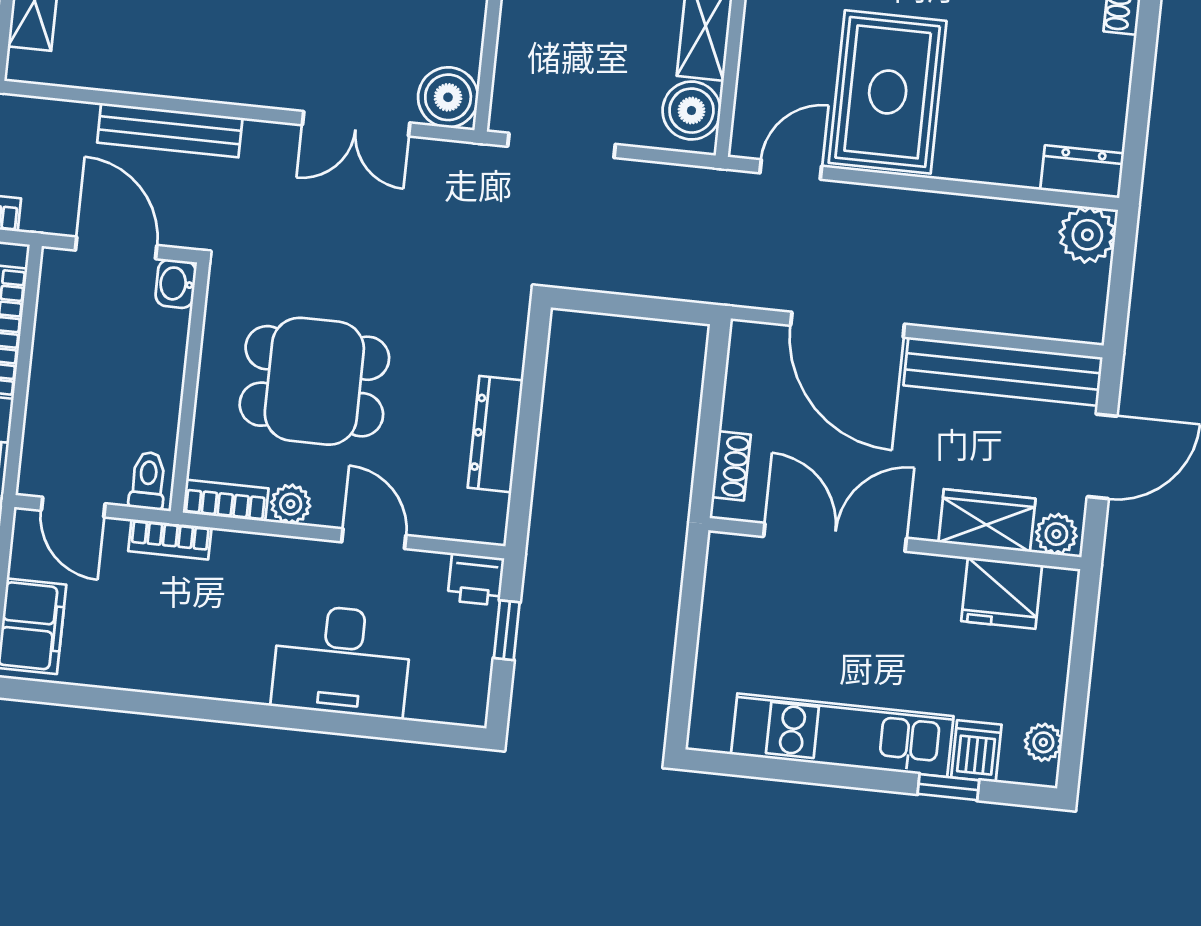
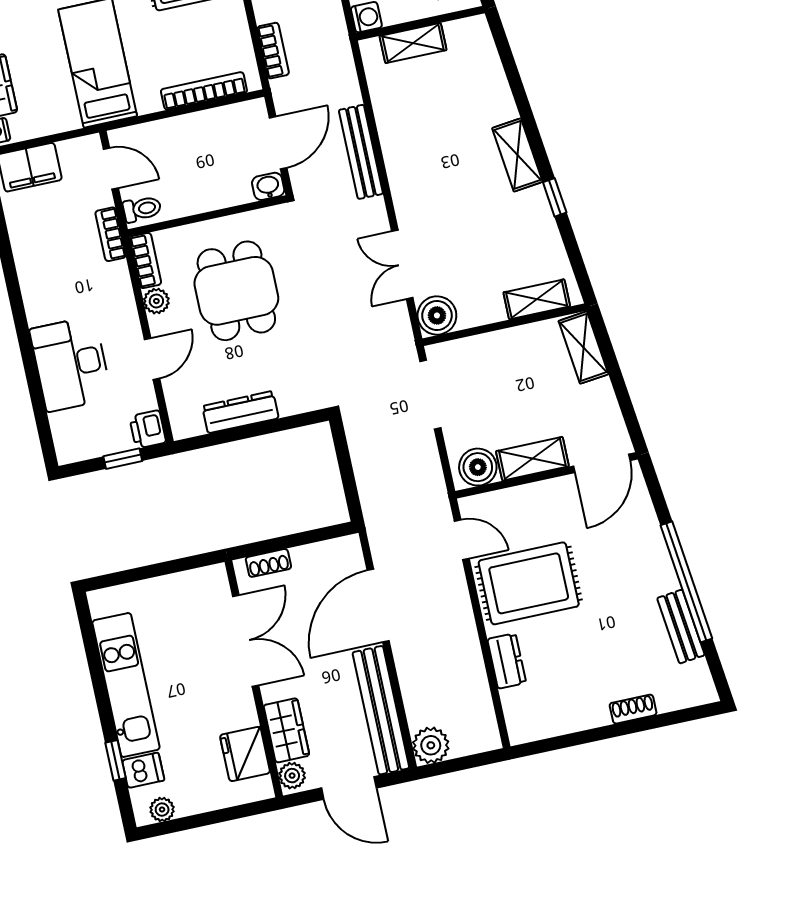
dresser: (1082, 172) -> (507, 661), moved
plant: (1087, 235) -> (431, 745), moved
door: (73, 507) -> (111, 169), swing flipped

